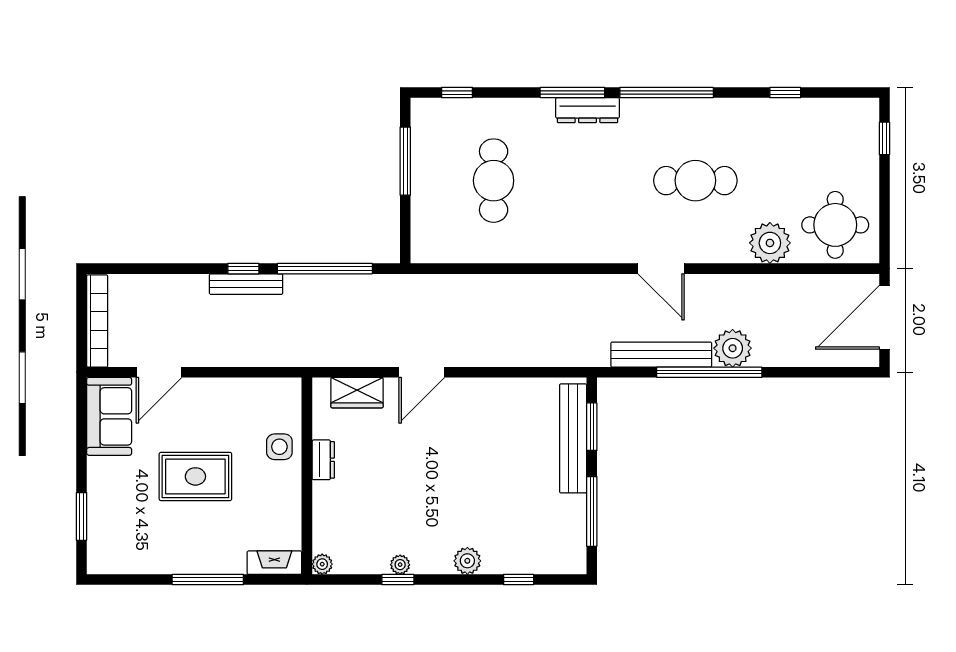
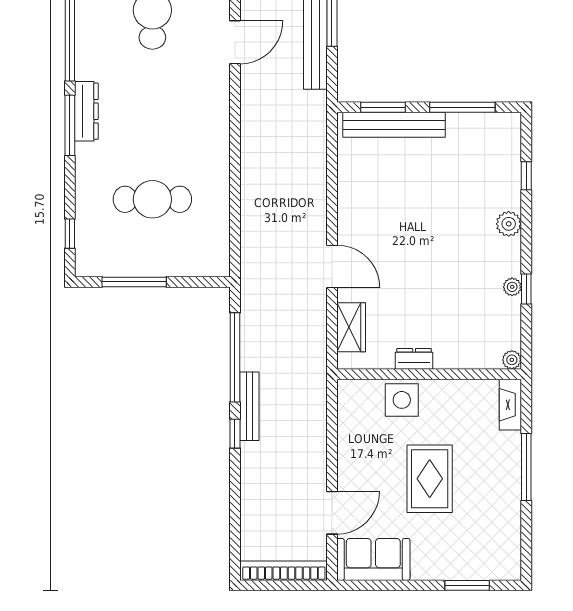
bench: (246, 284) -> (249, 406), moved
door: (159, 372) -> (332, 513), hinge flipped
side table: (279, 447) -> (402, 400), width x1.37, depth x1.37

